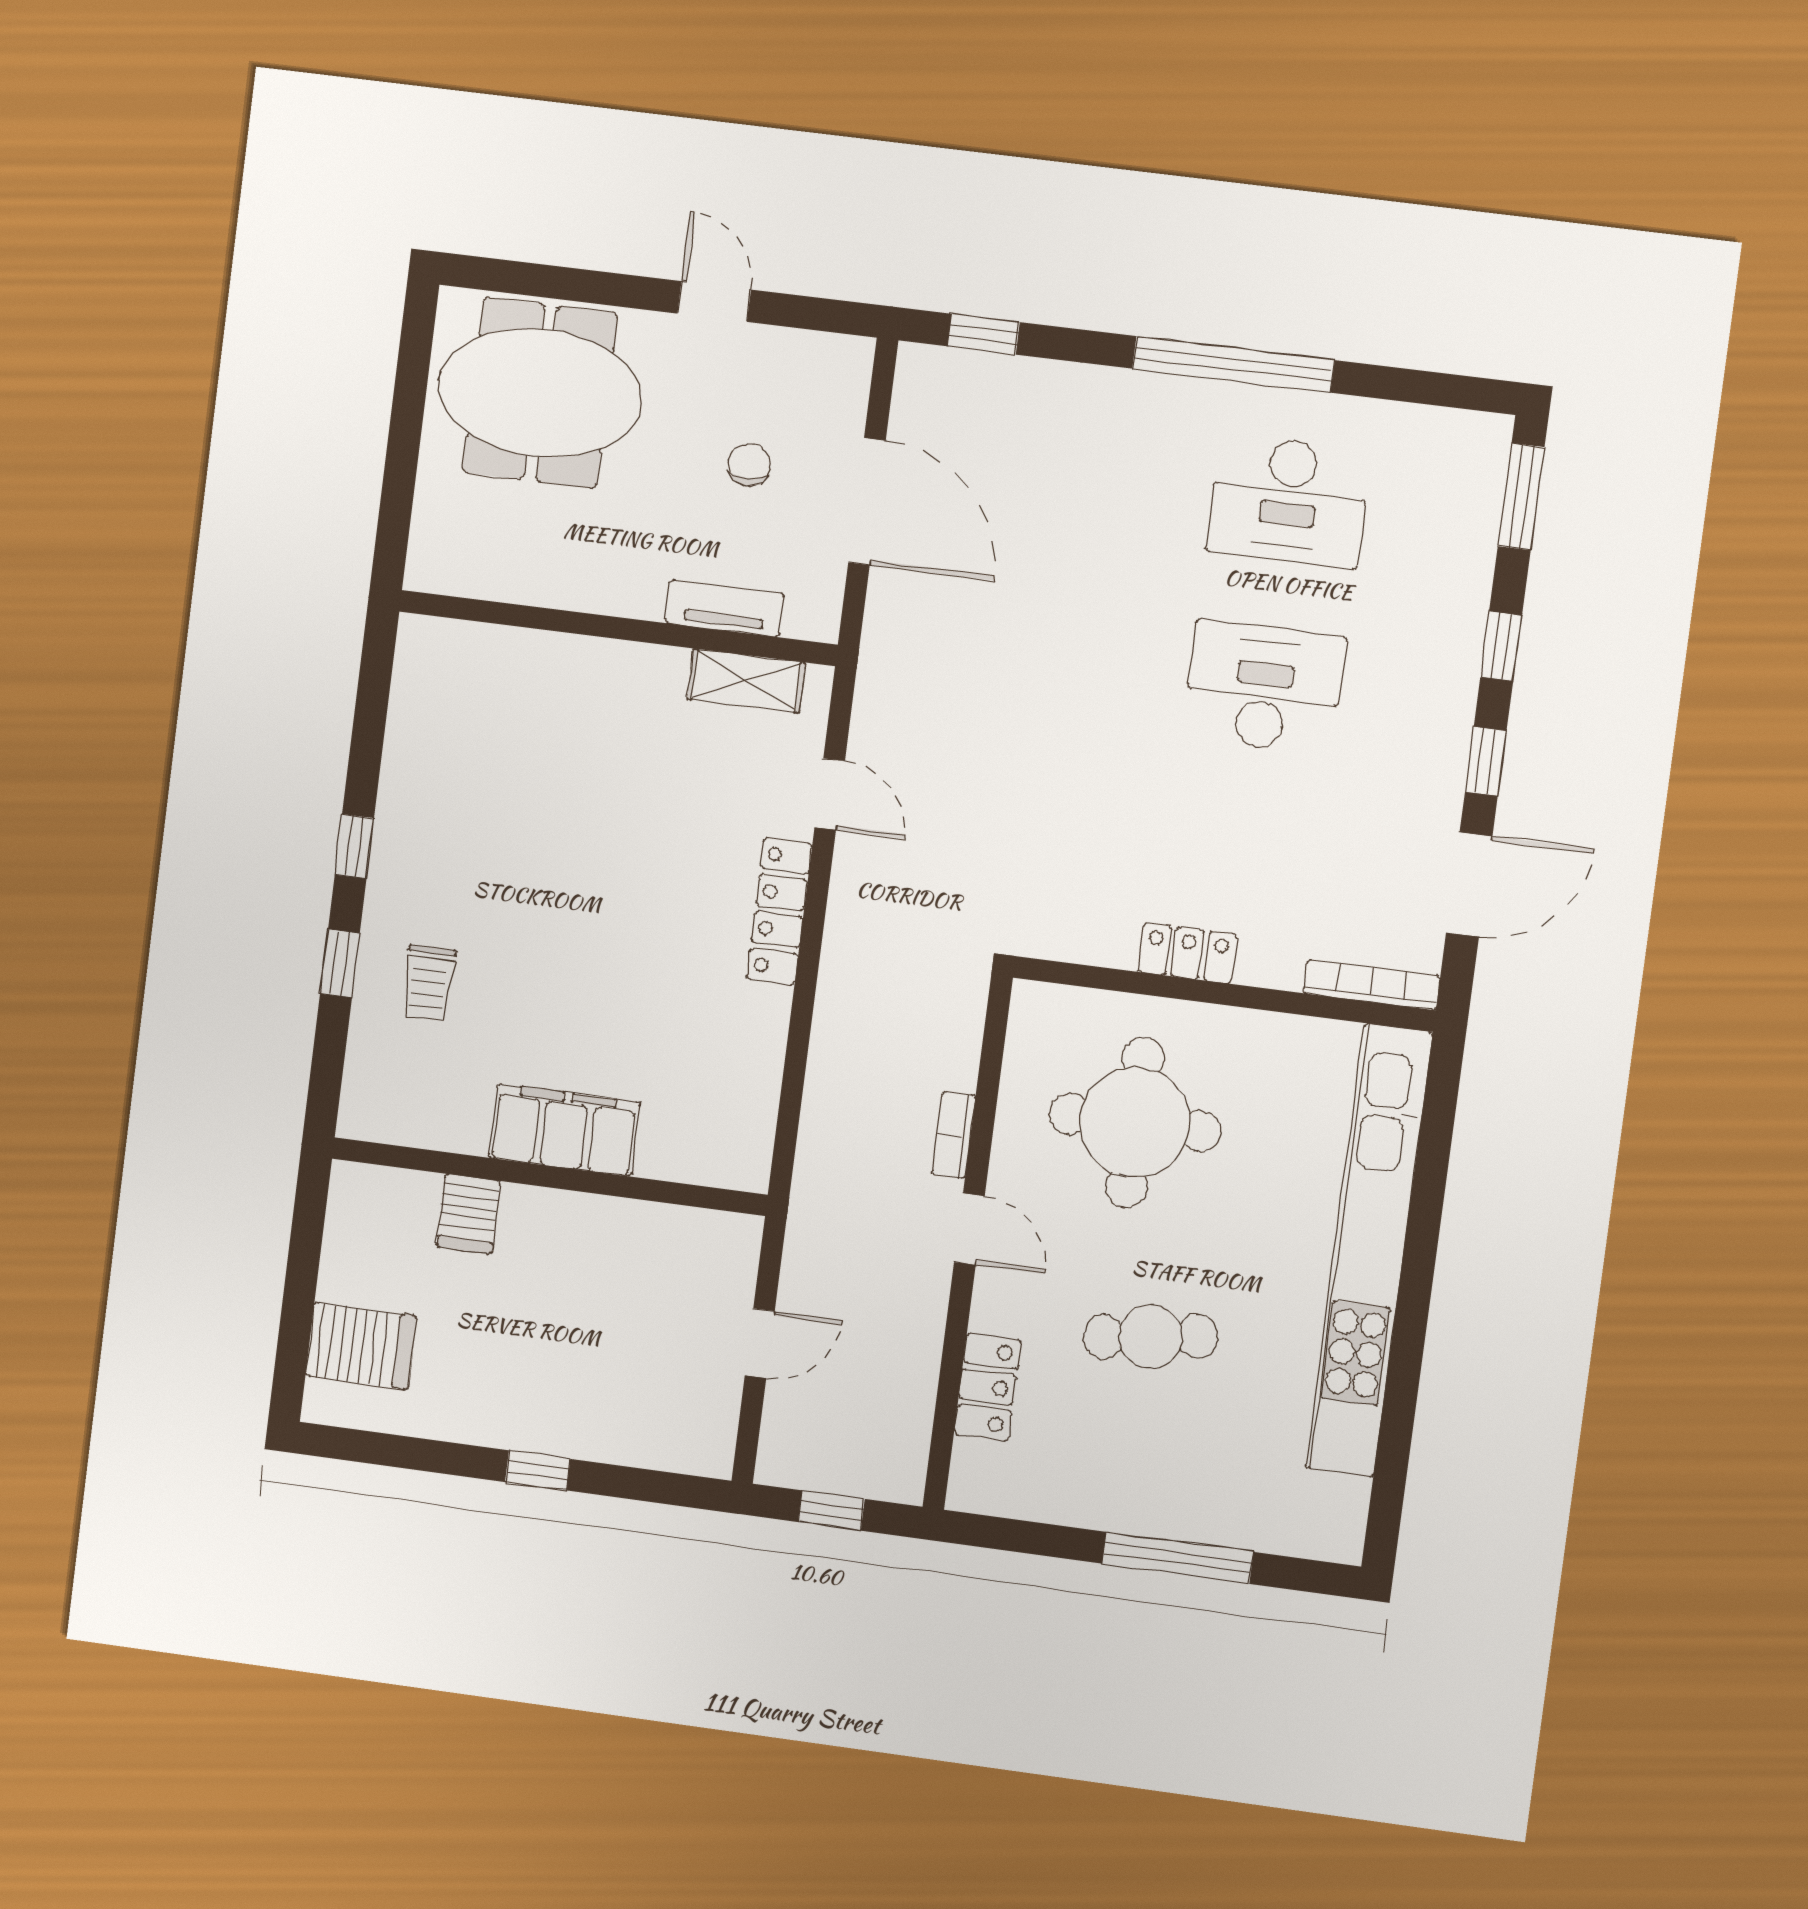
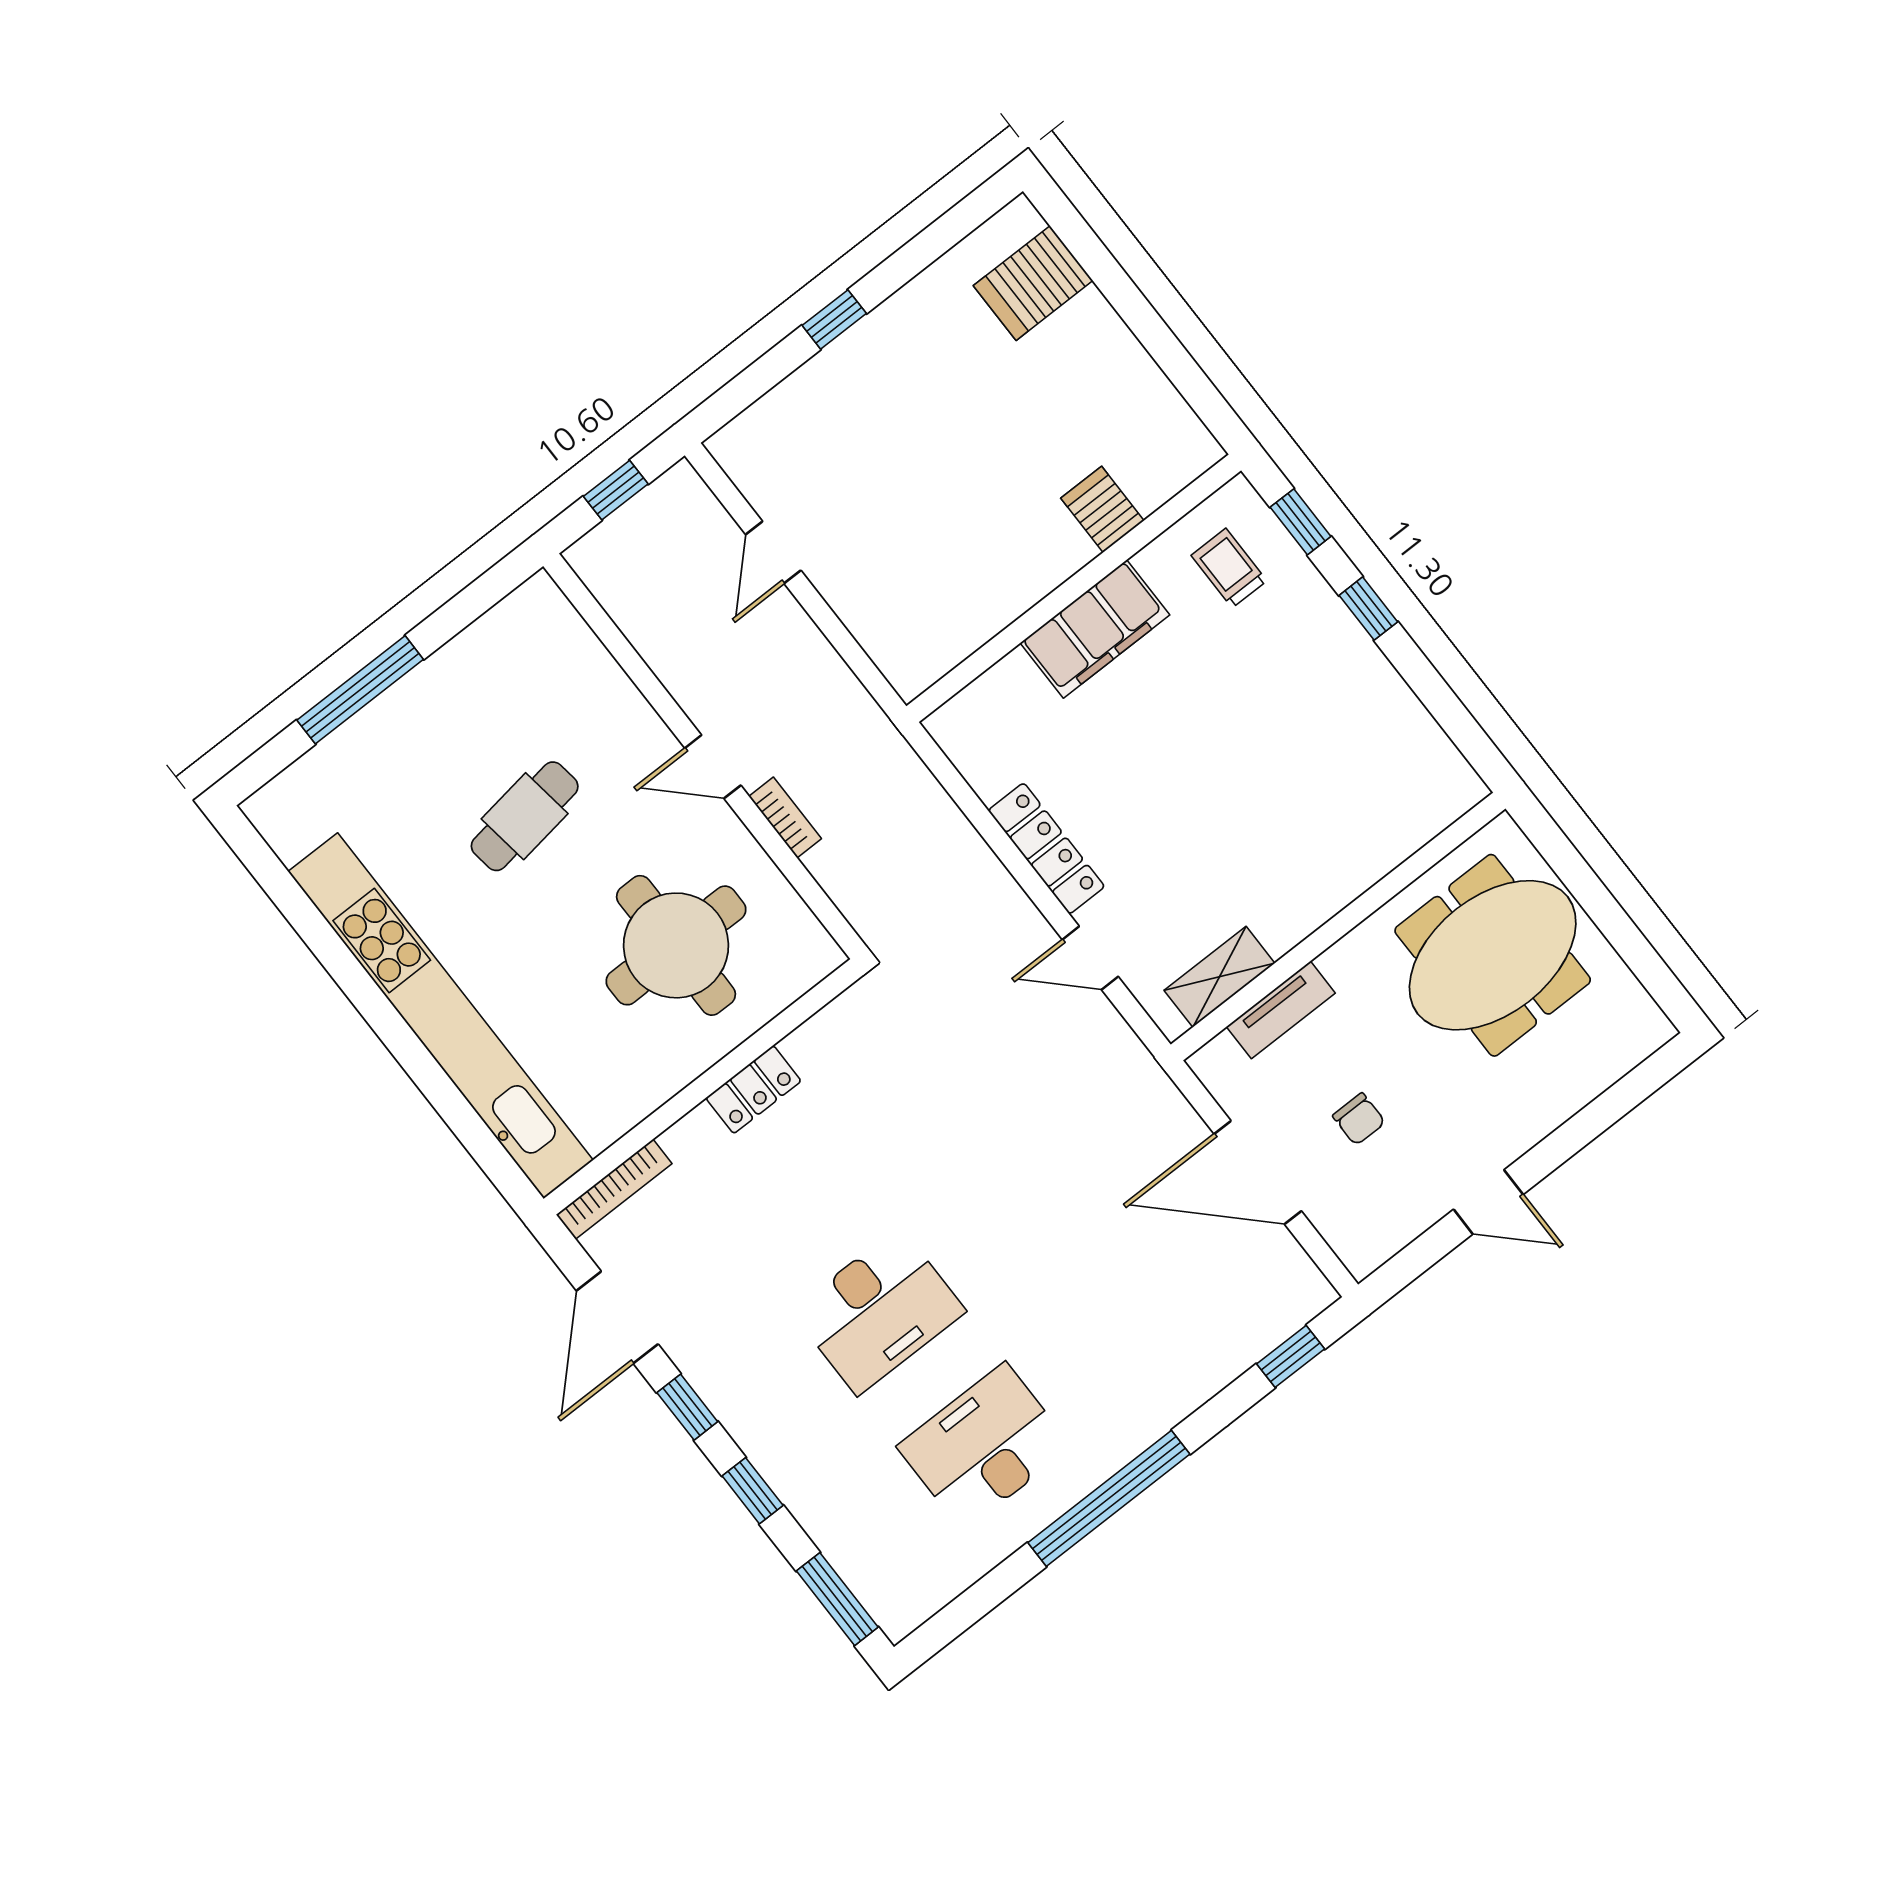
meeting table: (540, 393) -> (1493, 955), moved
filing cabinet: (564, 1130) -> (1095, 629), moved
wall: (549, 1177) -> (1074, 588), moved
server rack: (468, 1214) -> (1102, 509), moved
locker: (988, 1387) -> (596, 675), removed

